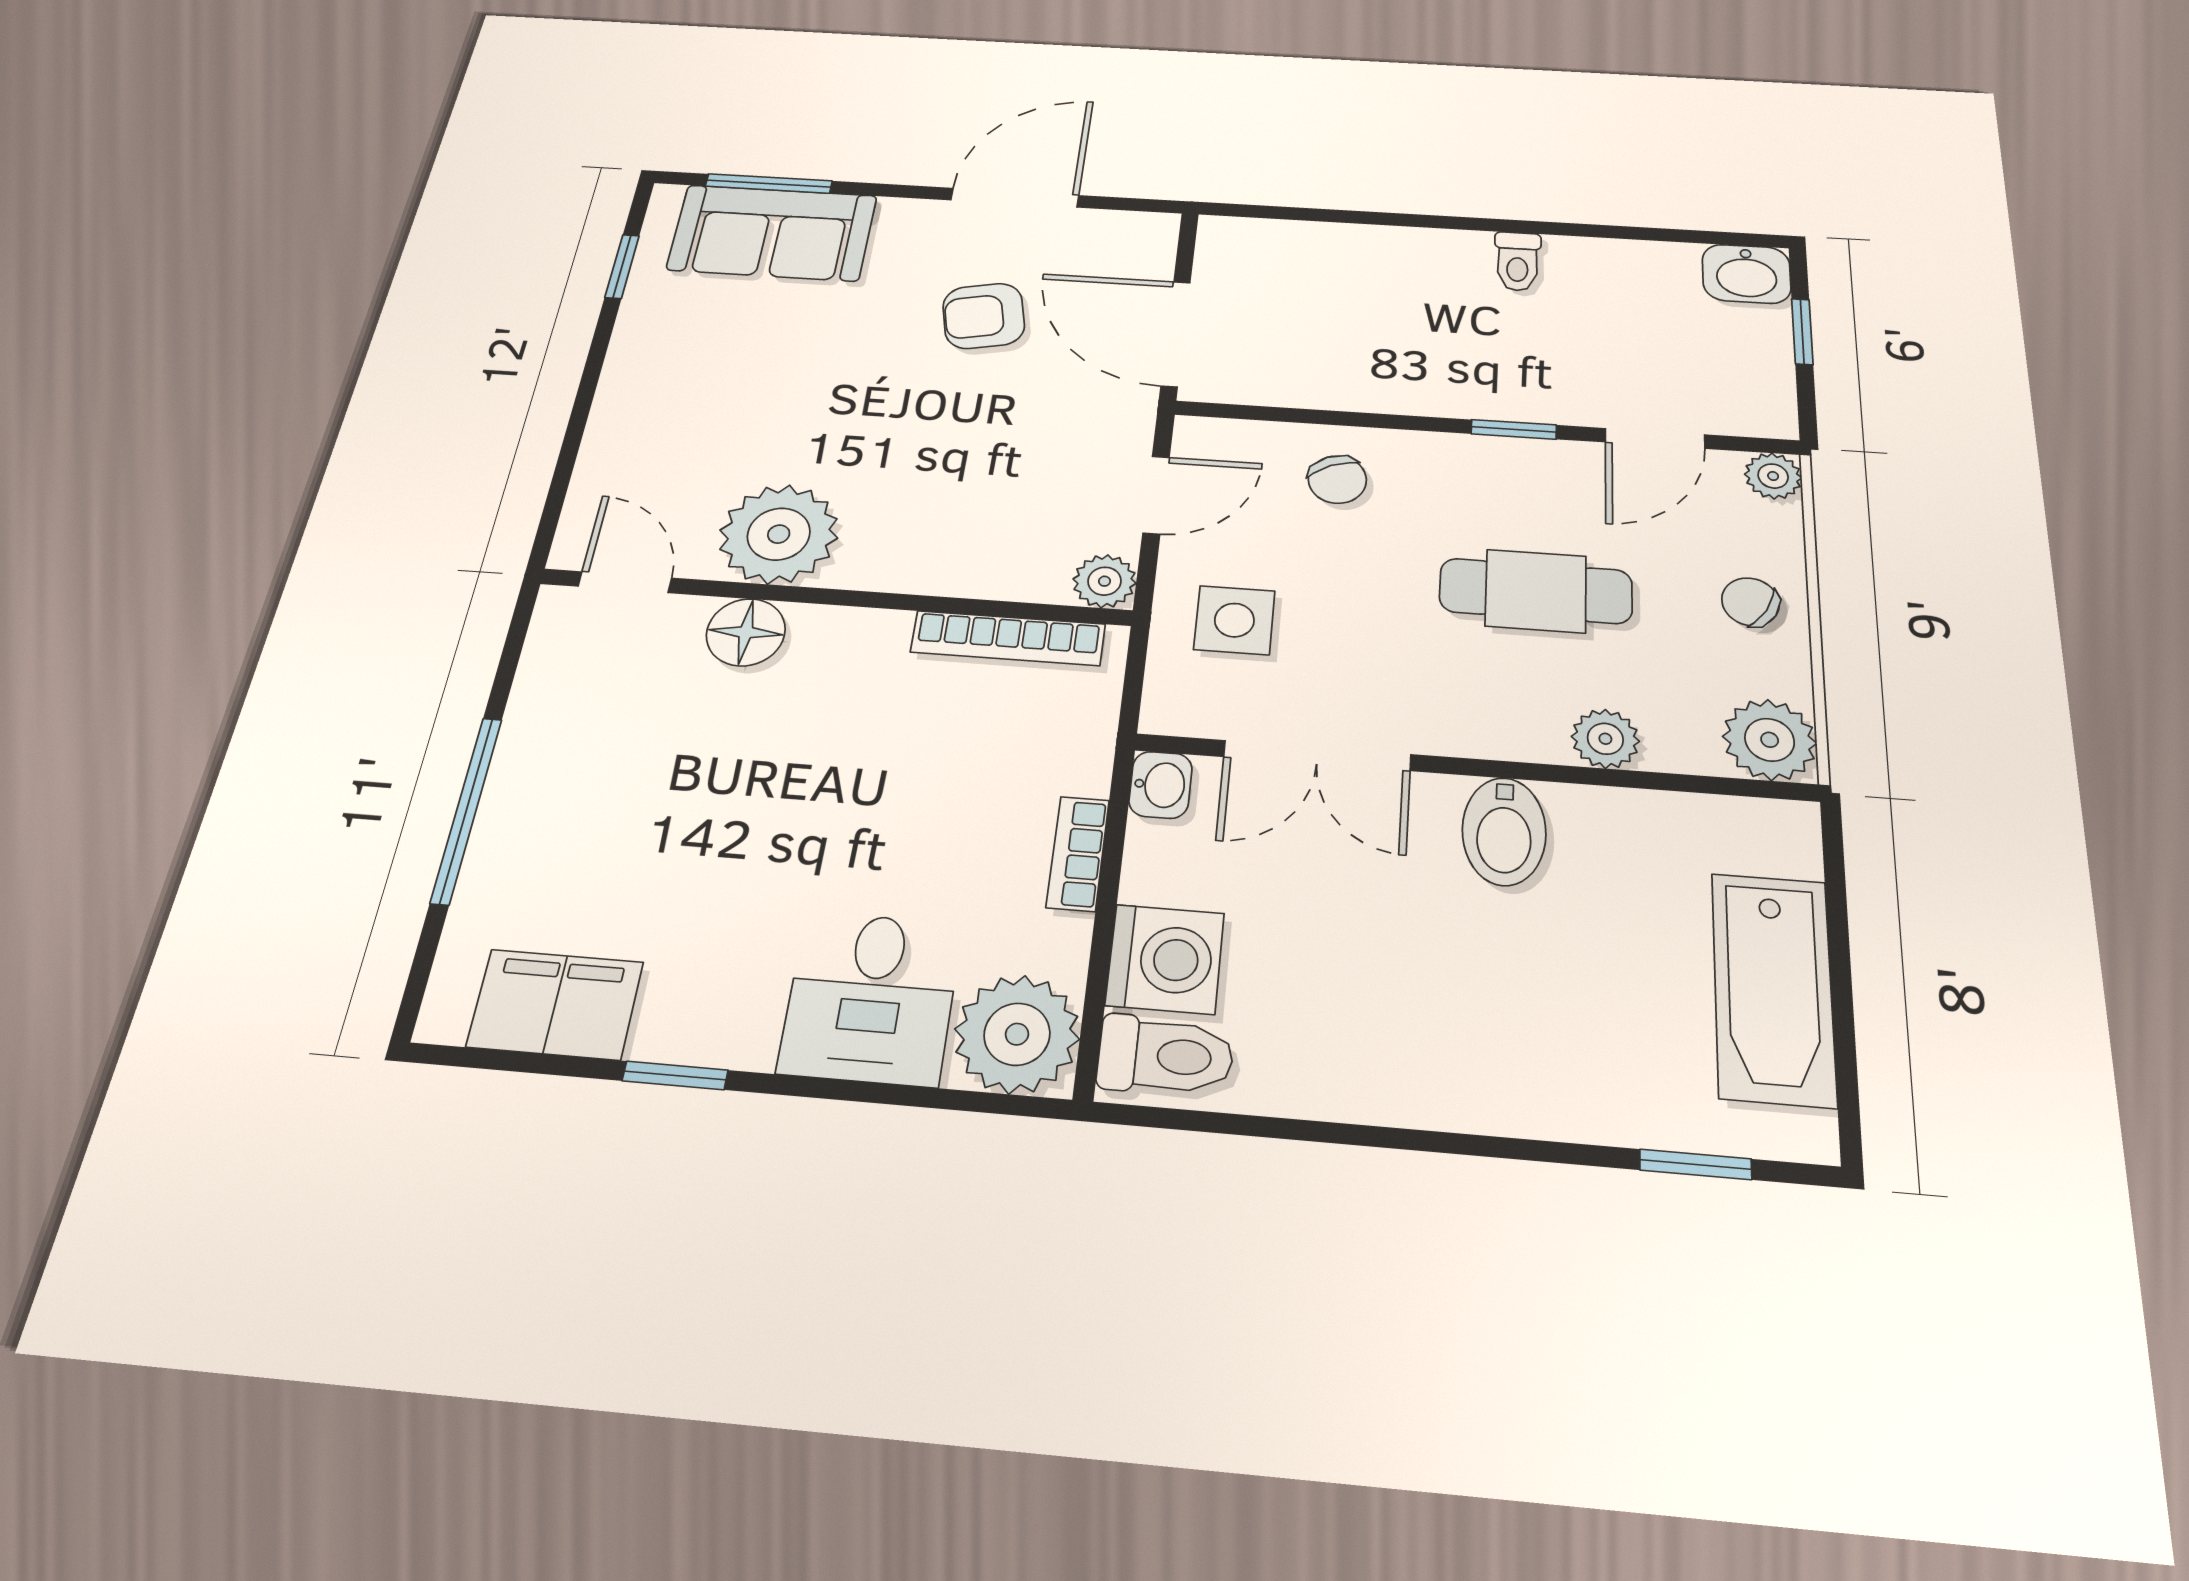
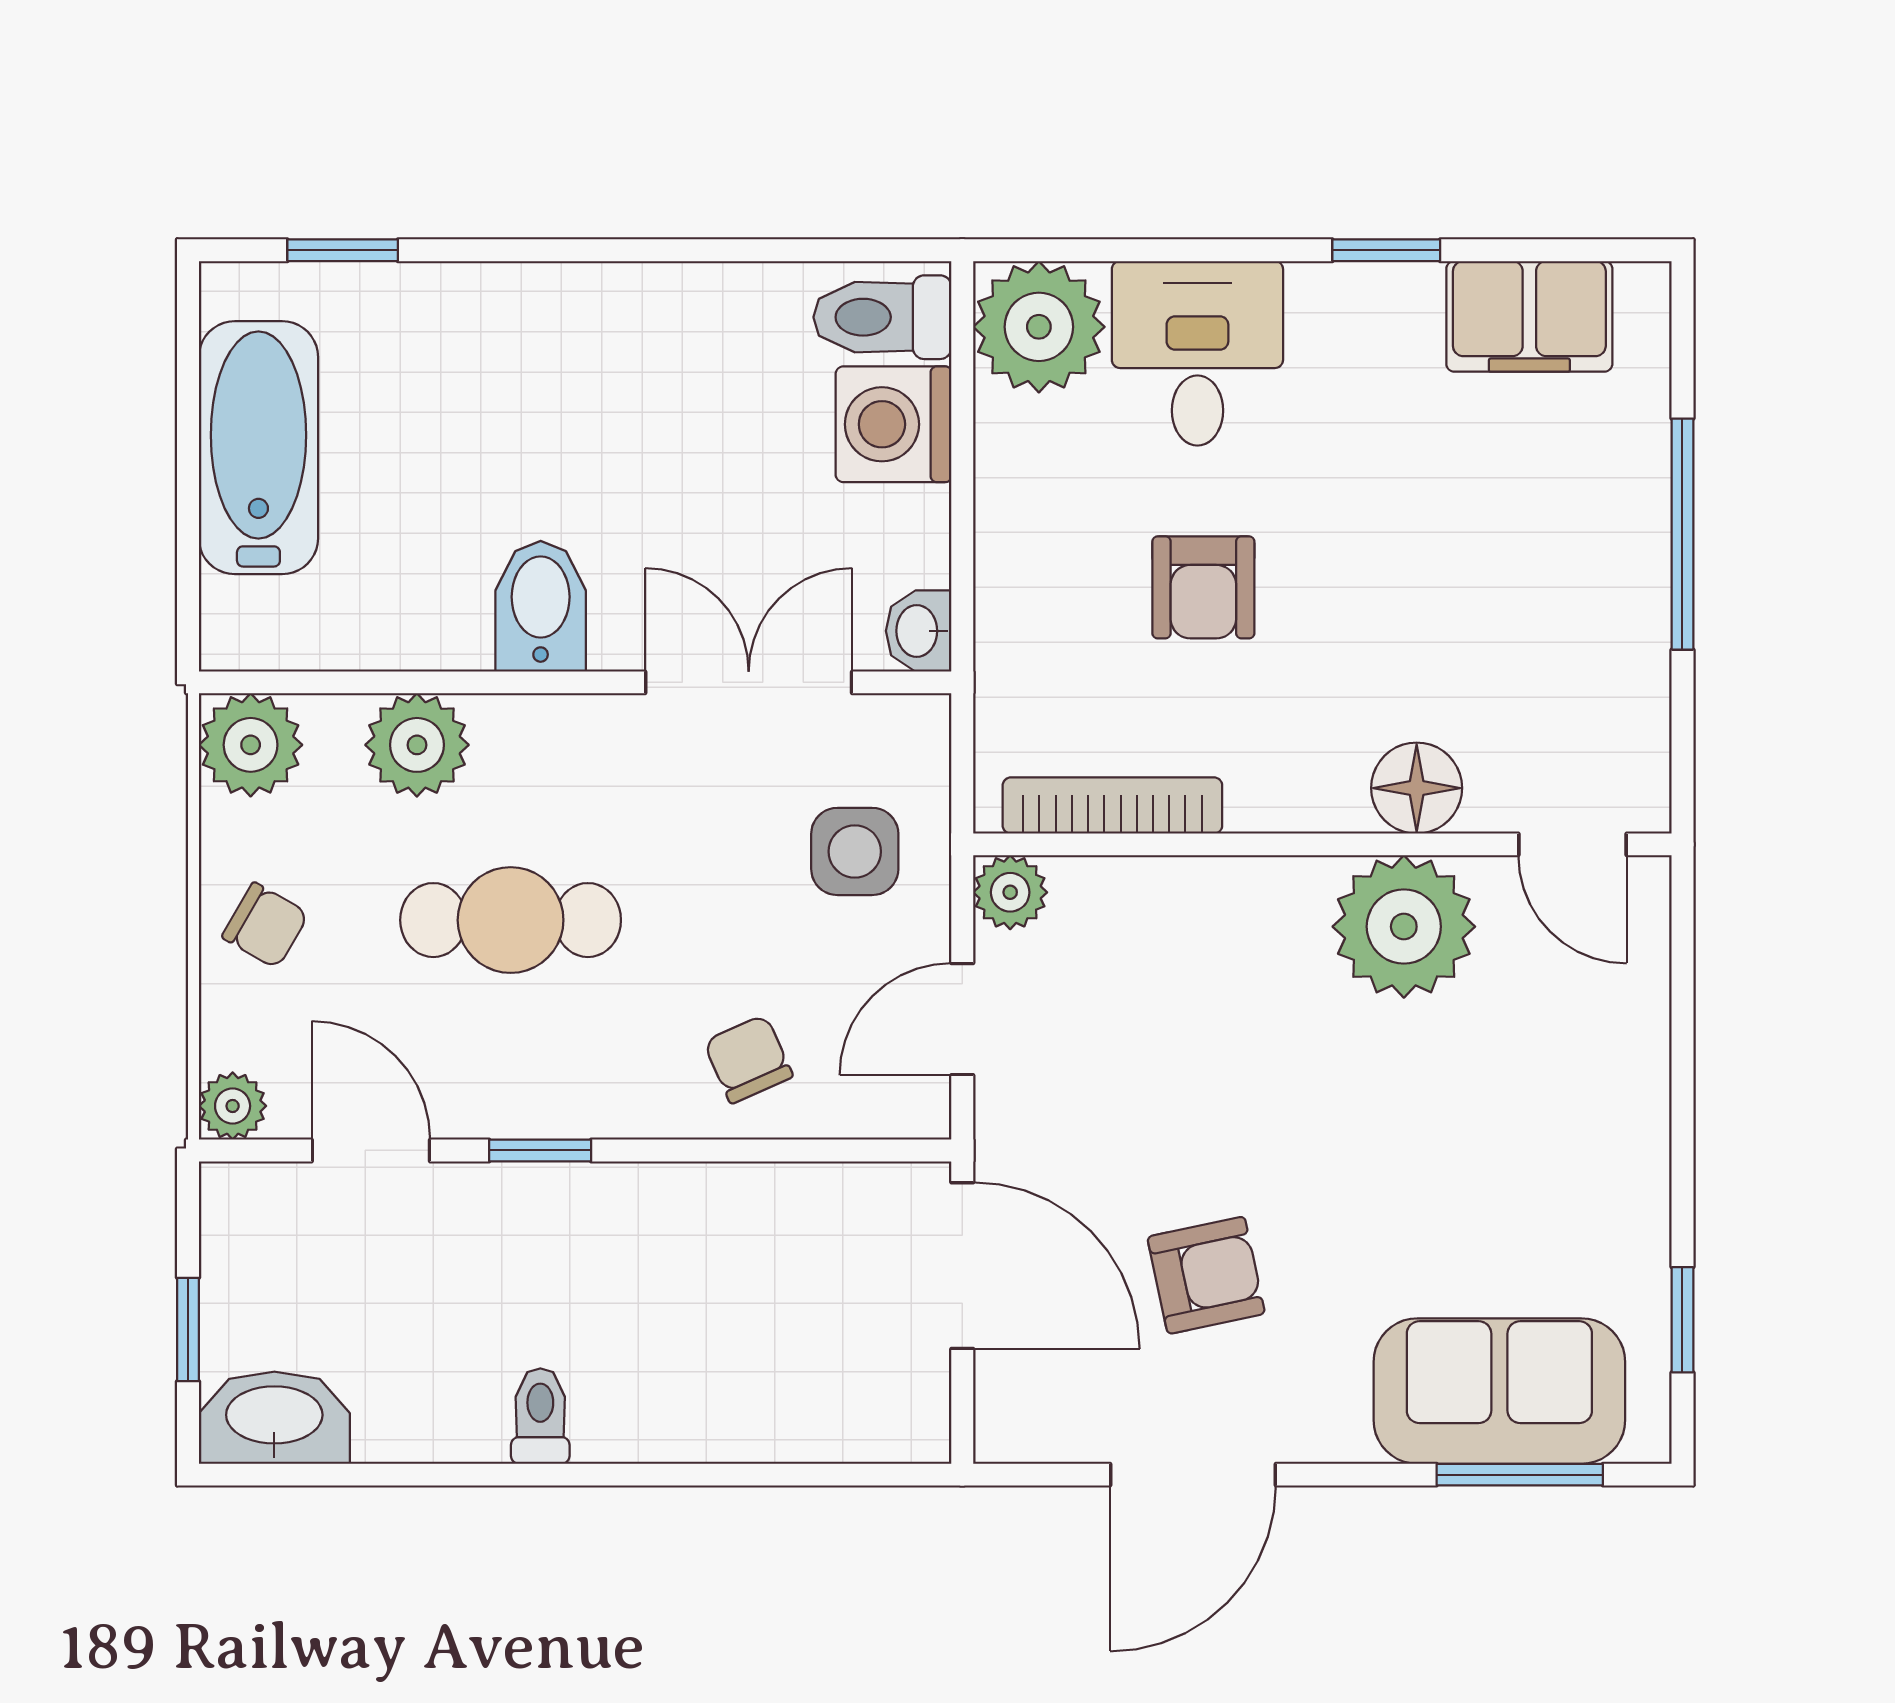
washbasin: (1746, 274) -> (274, 1418), width x1.38
door: (1655, 438) -> (371, 1150), hinge flipped
plant: (1605, 739) -> (417, 745), width x1.38, depth x1.38
armchair: (900, 800) -> (1203, 587), added
bookcase: (1078, 854) -> (1000, 539), removed

